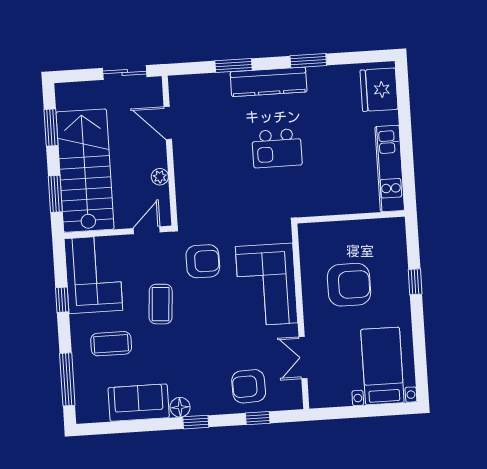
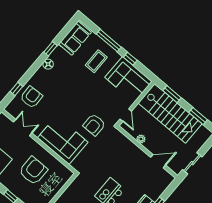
armchair: (349, 285) -> (33, 171), turned 180
coffee table: (161, 304) -> (93, 94), removed
window: (67, 379) -> (109, 41), moved
sofa: (139, 403) -> (75, 38), moved
window: (196, 422) -> (50, 49), moved

